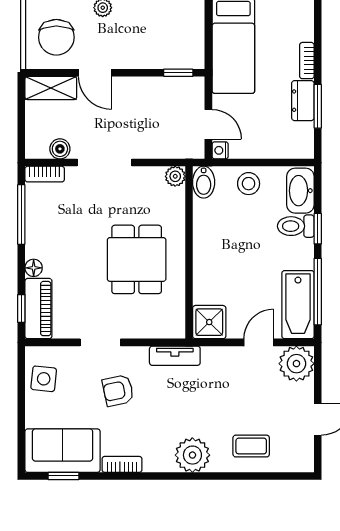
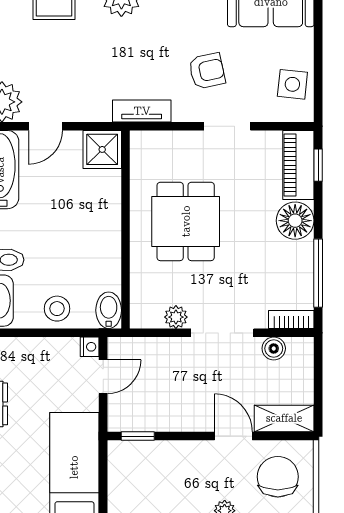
door: (208, 124) -> (103, 377), swing flipped
plant: (175, 176) -> (176, 317), moved
floor lamp: (34, 268) -> (295, 221), width x1.89, depth x1.89

